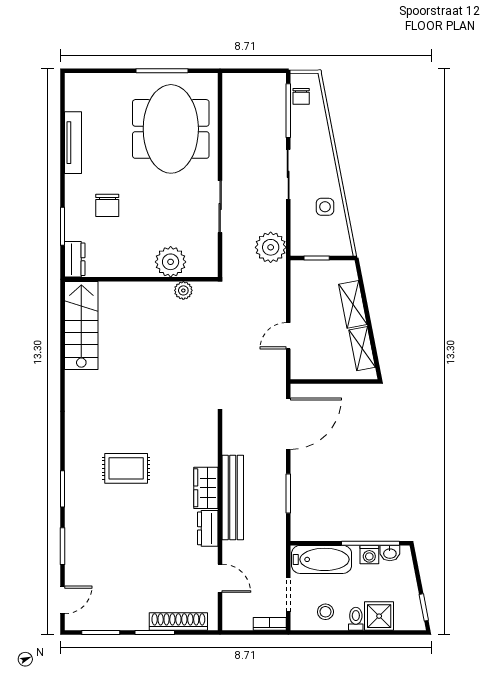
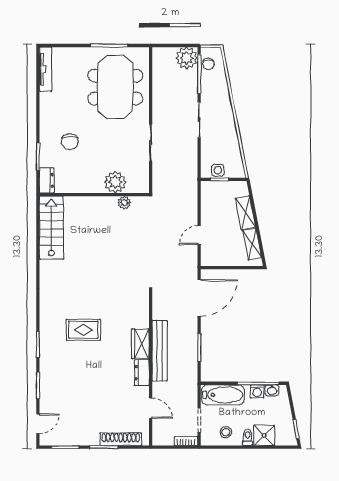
tv unit: (73, 143) -> (45, 69), moved
side table: (325, 207) -> (218, 170), moved
plant: (271, 247) -> (187, 58), moved

